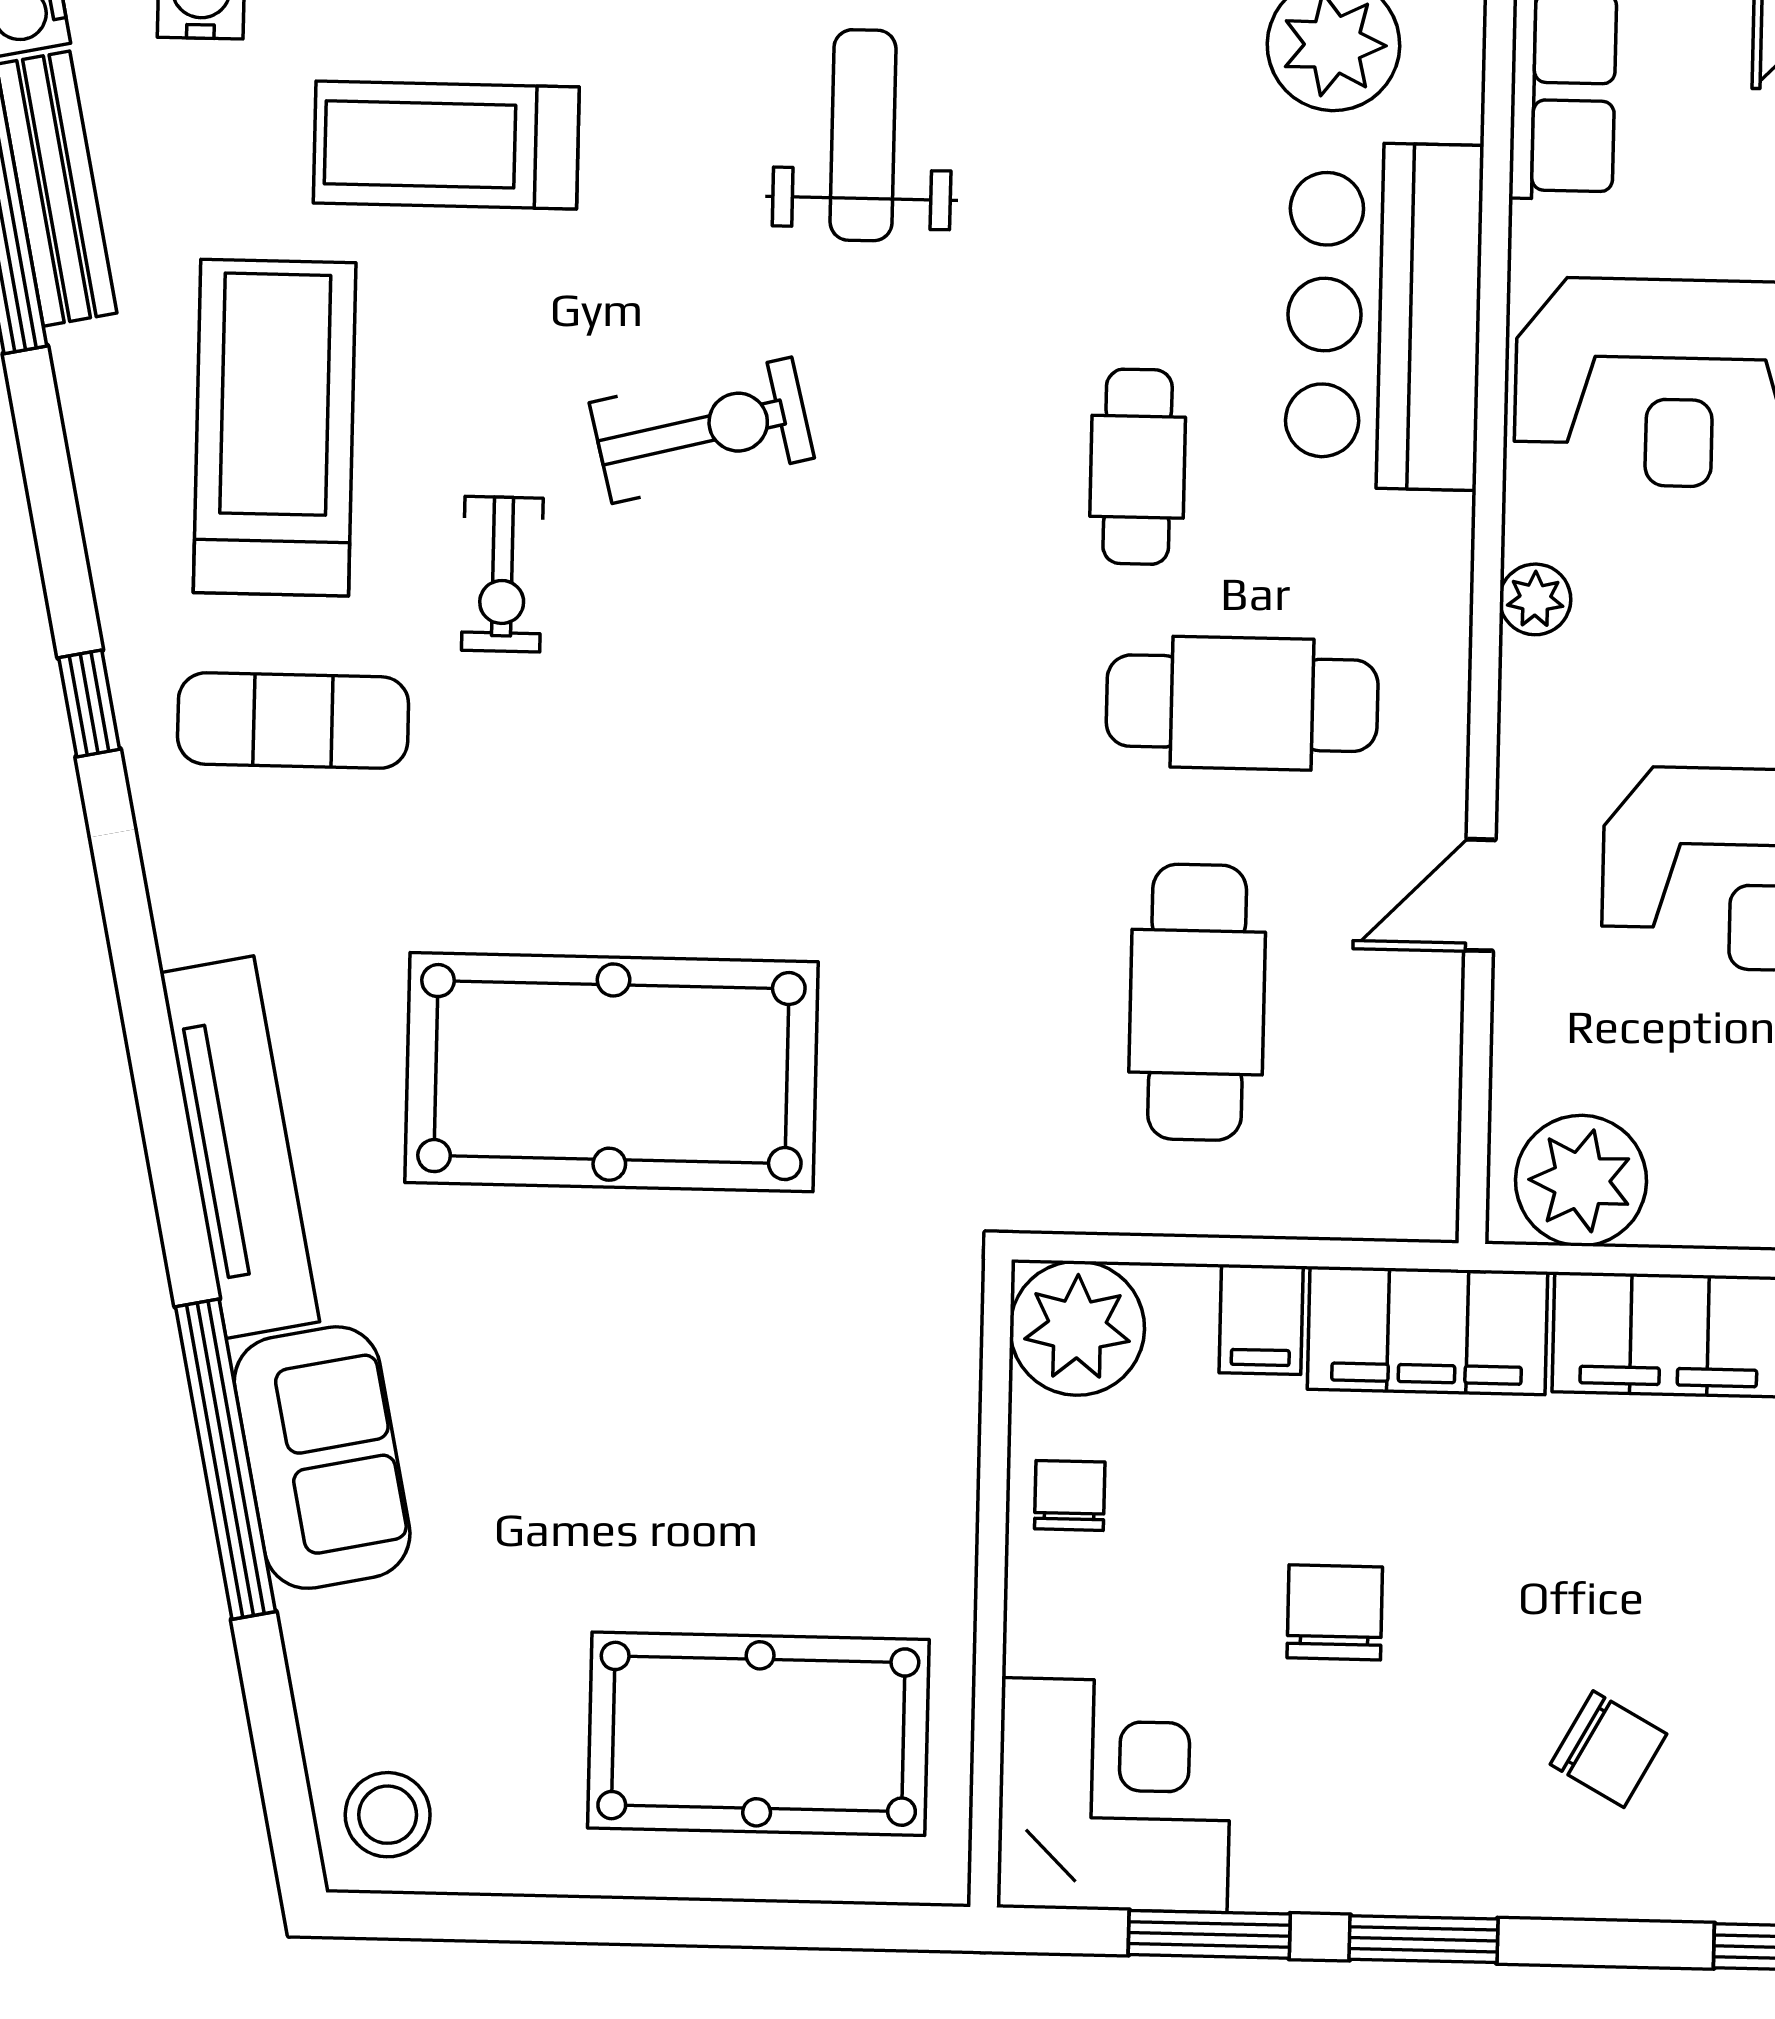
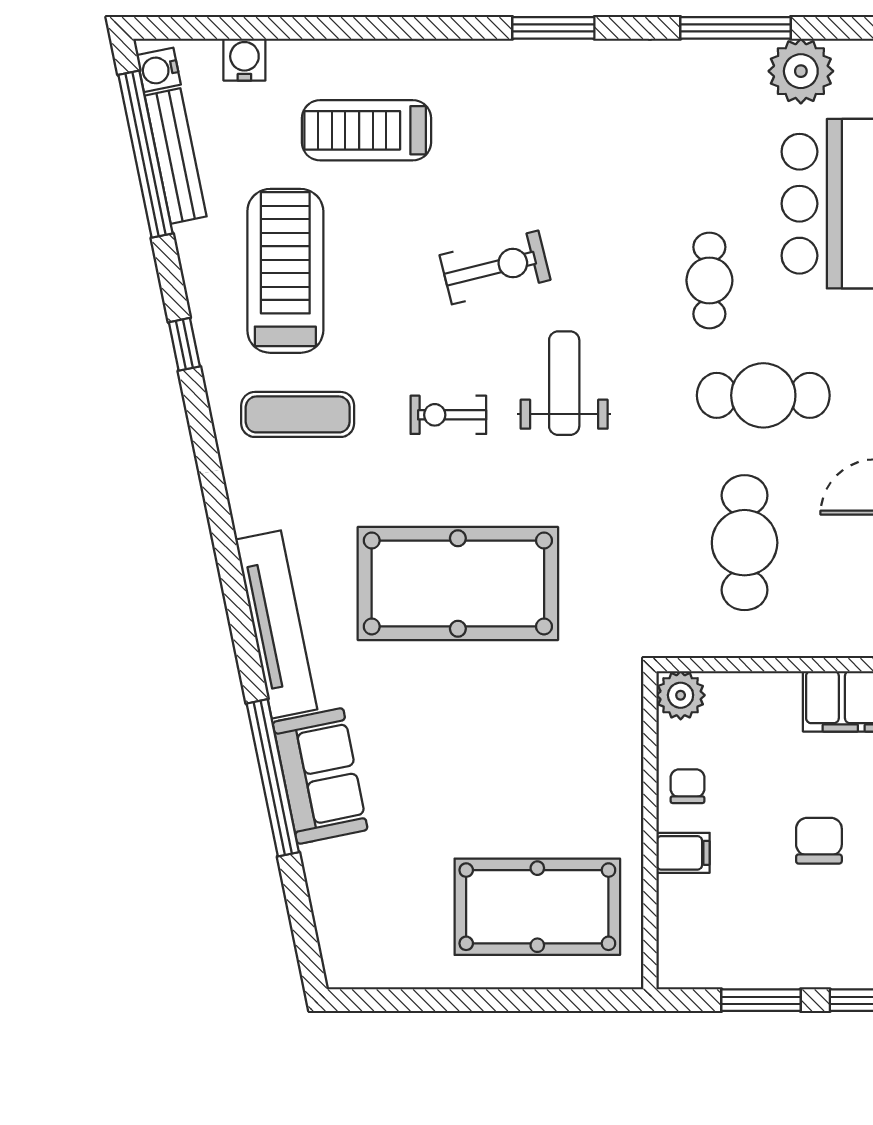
weight bench: (863, 135) -> (564, 383), moved
exercise bike: (502, 574) -> (448, 415), moved, turned 90
window: (89, 704) -> (184, 344), moved
filing cabinet: (1261, 1319) -> (683, 853), moved, turned -90
plant: (1077, 1328) -> (681, 695), width x0.73, depth x0.73
corner desk: (1114, 1795) -> (713, 933), removed
stool: (388, 1815) -> (356, 951), removed

